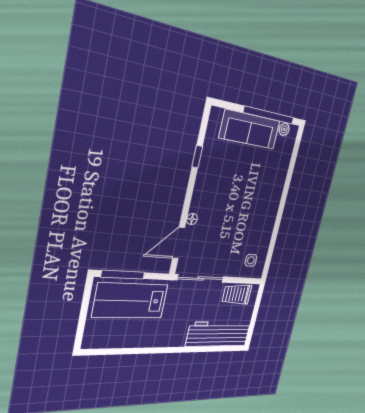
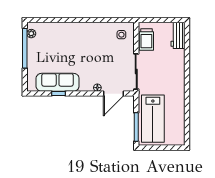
sofa: (250, 129) -> (58, 82), moved, turned -90
door: (179, 243) -> (114, 94), hinge flipped
workbench: (219, 334) -> (178, 35), width x0.53, depth x0.76

